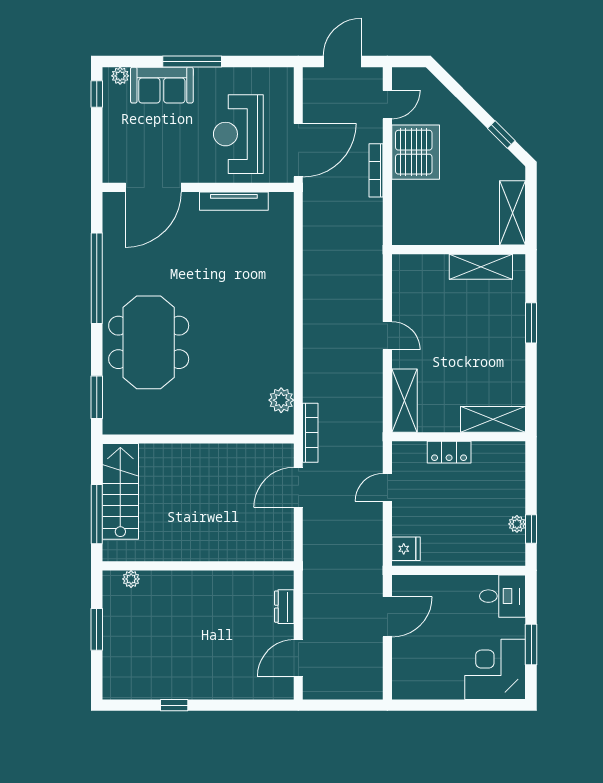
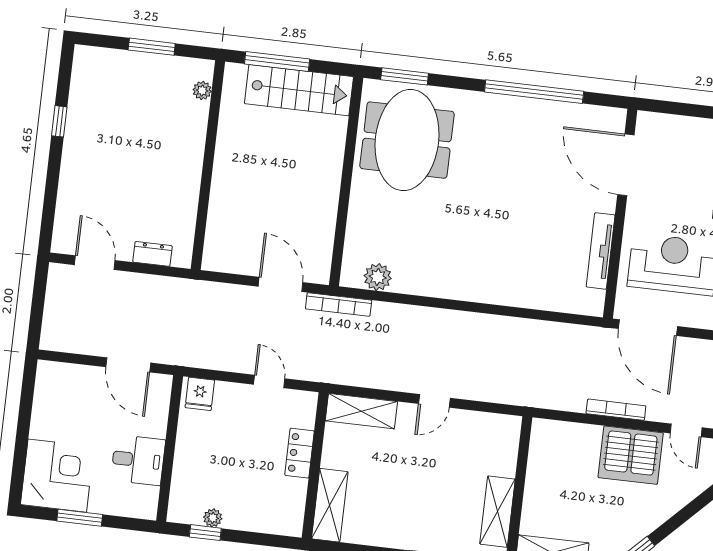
meeting table: (149, 342) -> (407, 140), moved, turned 90
desk: (503, 596) -> (138, 460), moved, turned -90

